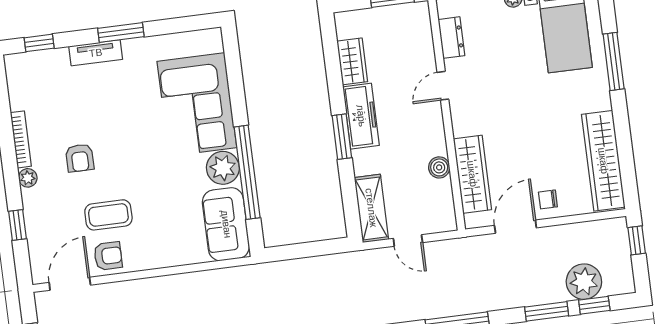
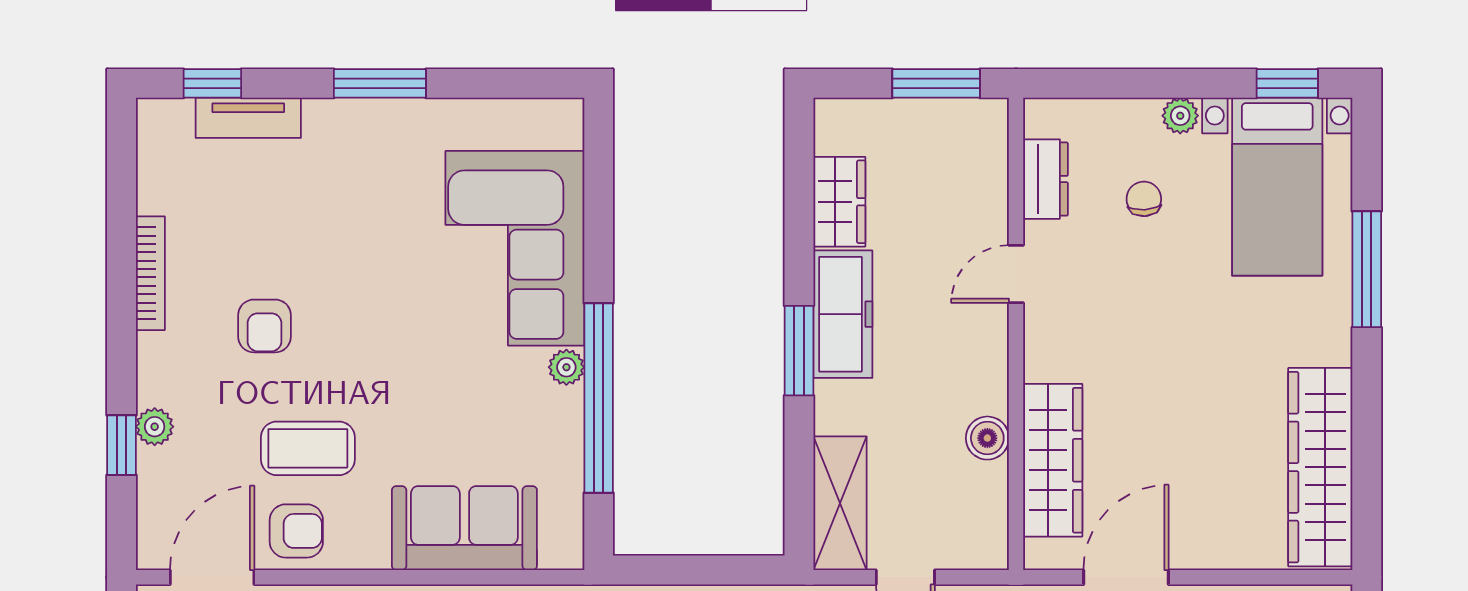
tv unit: (96, 53) -> (248, 118), moved
plant: (223, 168) -> (566, 367), width x0.53, depth x0.53
plant: (28, 178) -> (155, 427), moved
chair: (548, 199) -> (1144, 199), moved, turned 86
sofa: (226, 224) -> (464, 528), moved, turned 90

